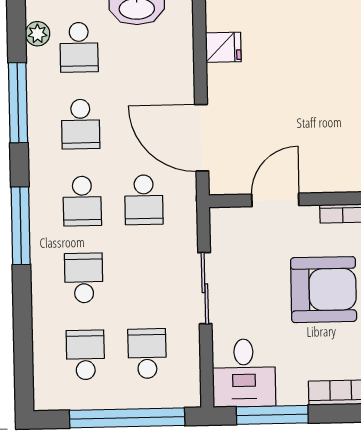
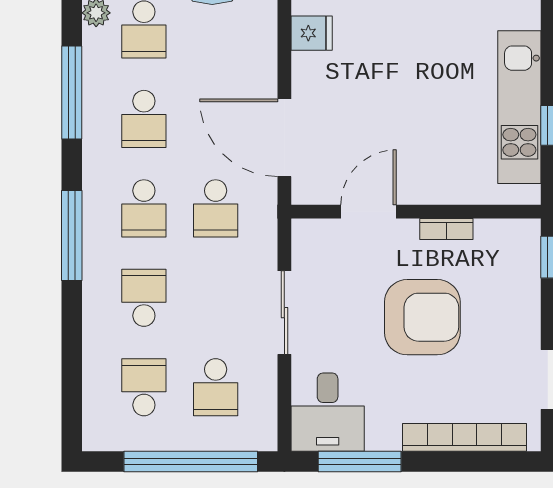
school desk: (147, 354) -> (216, 387), turned 180

